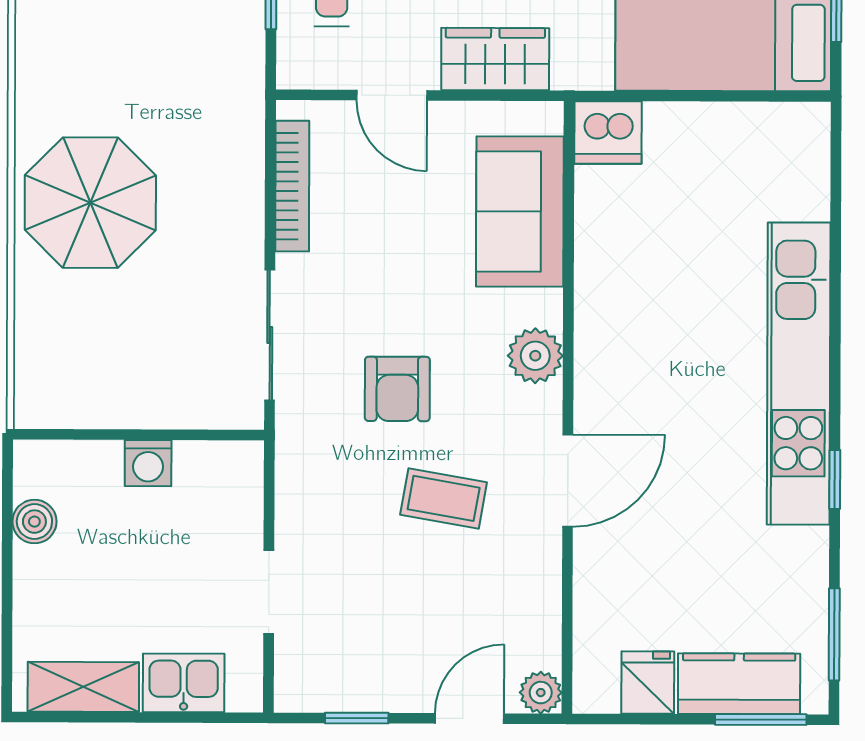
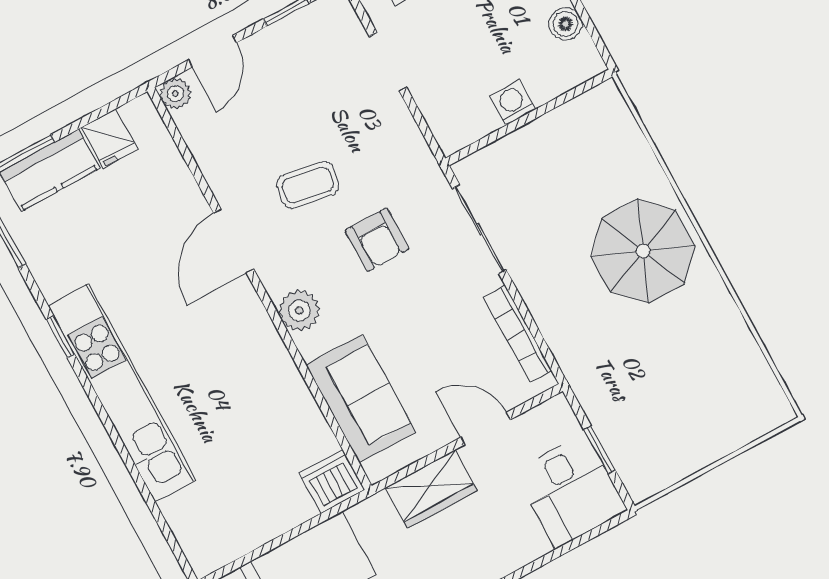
armchair: (397, 389) -> (377, 240), turned 180

